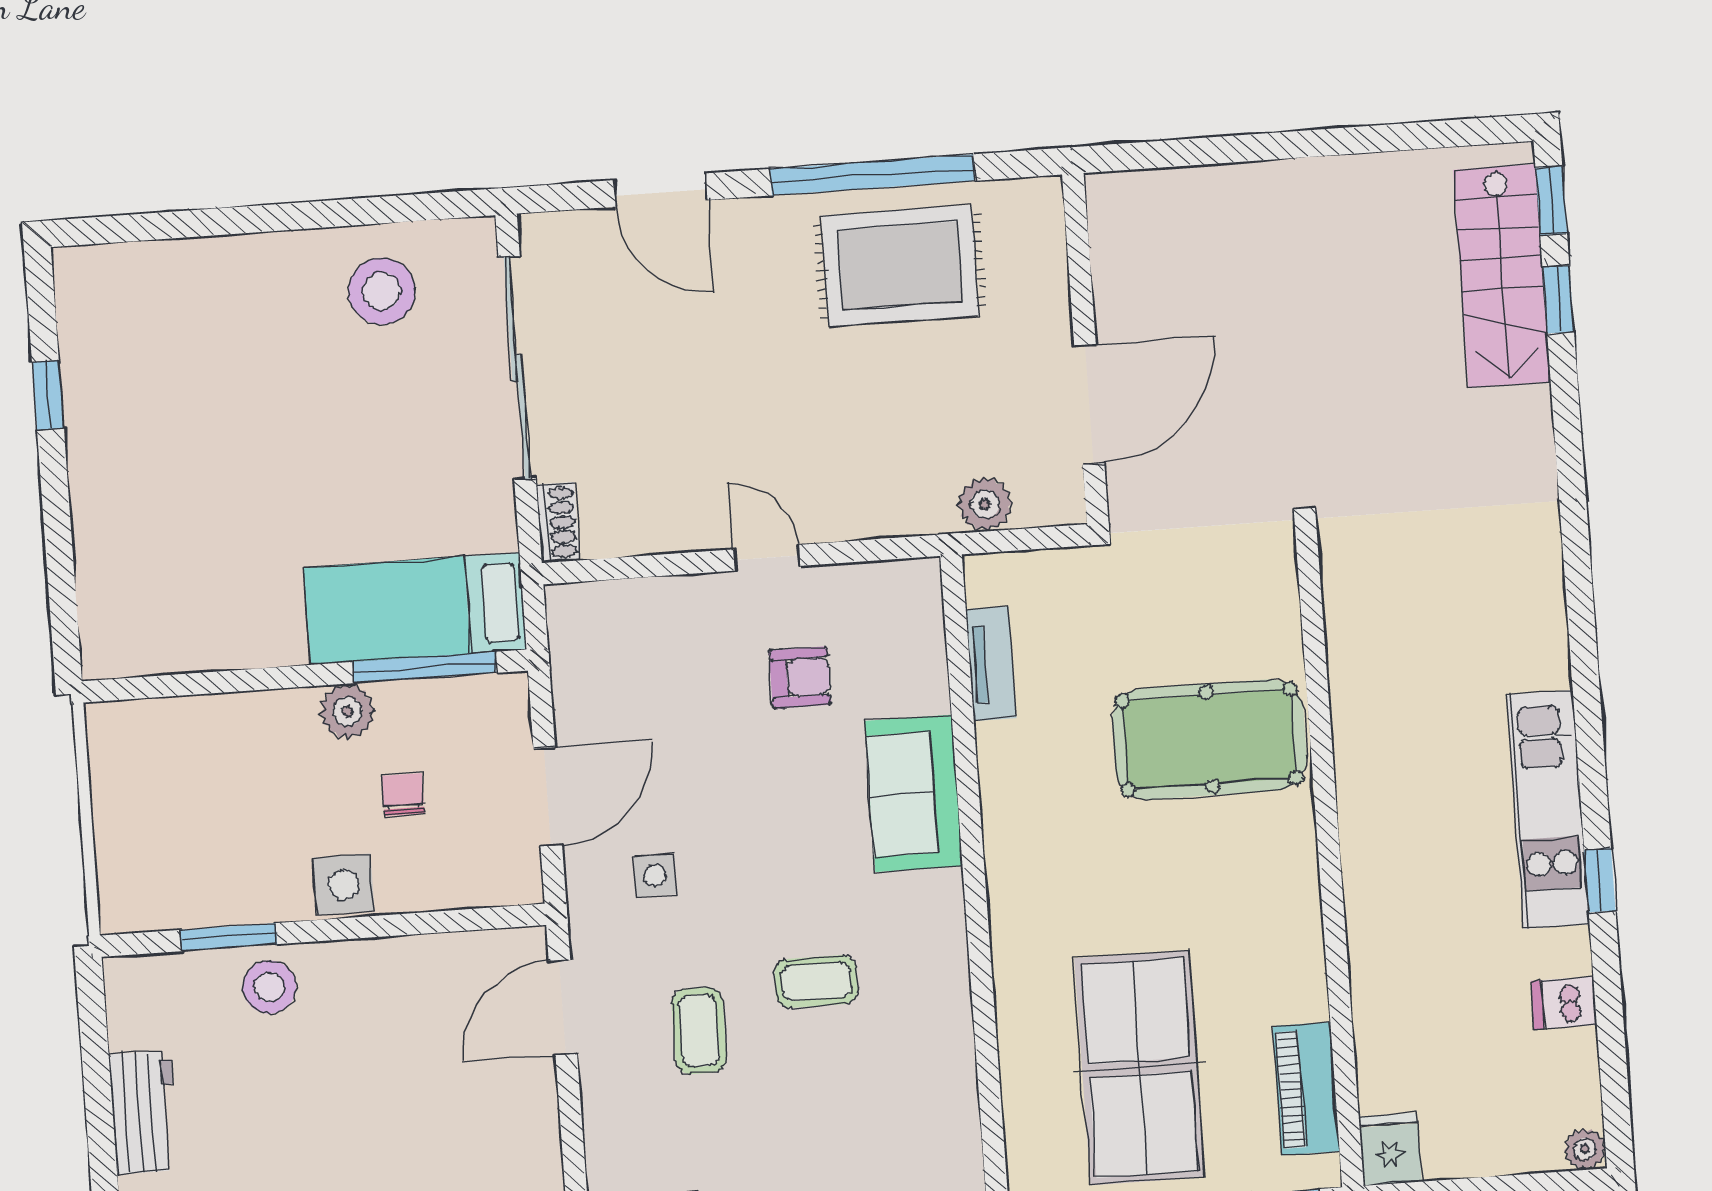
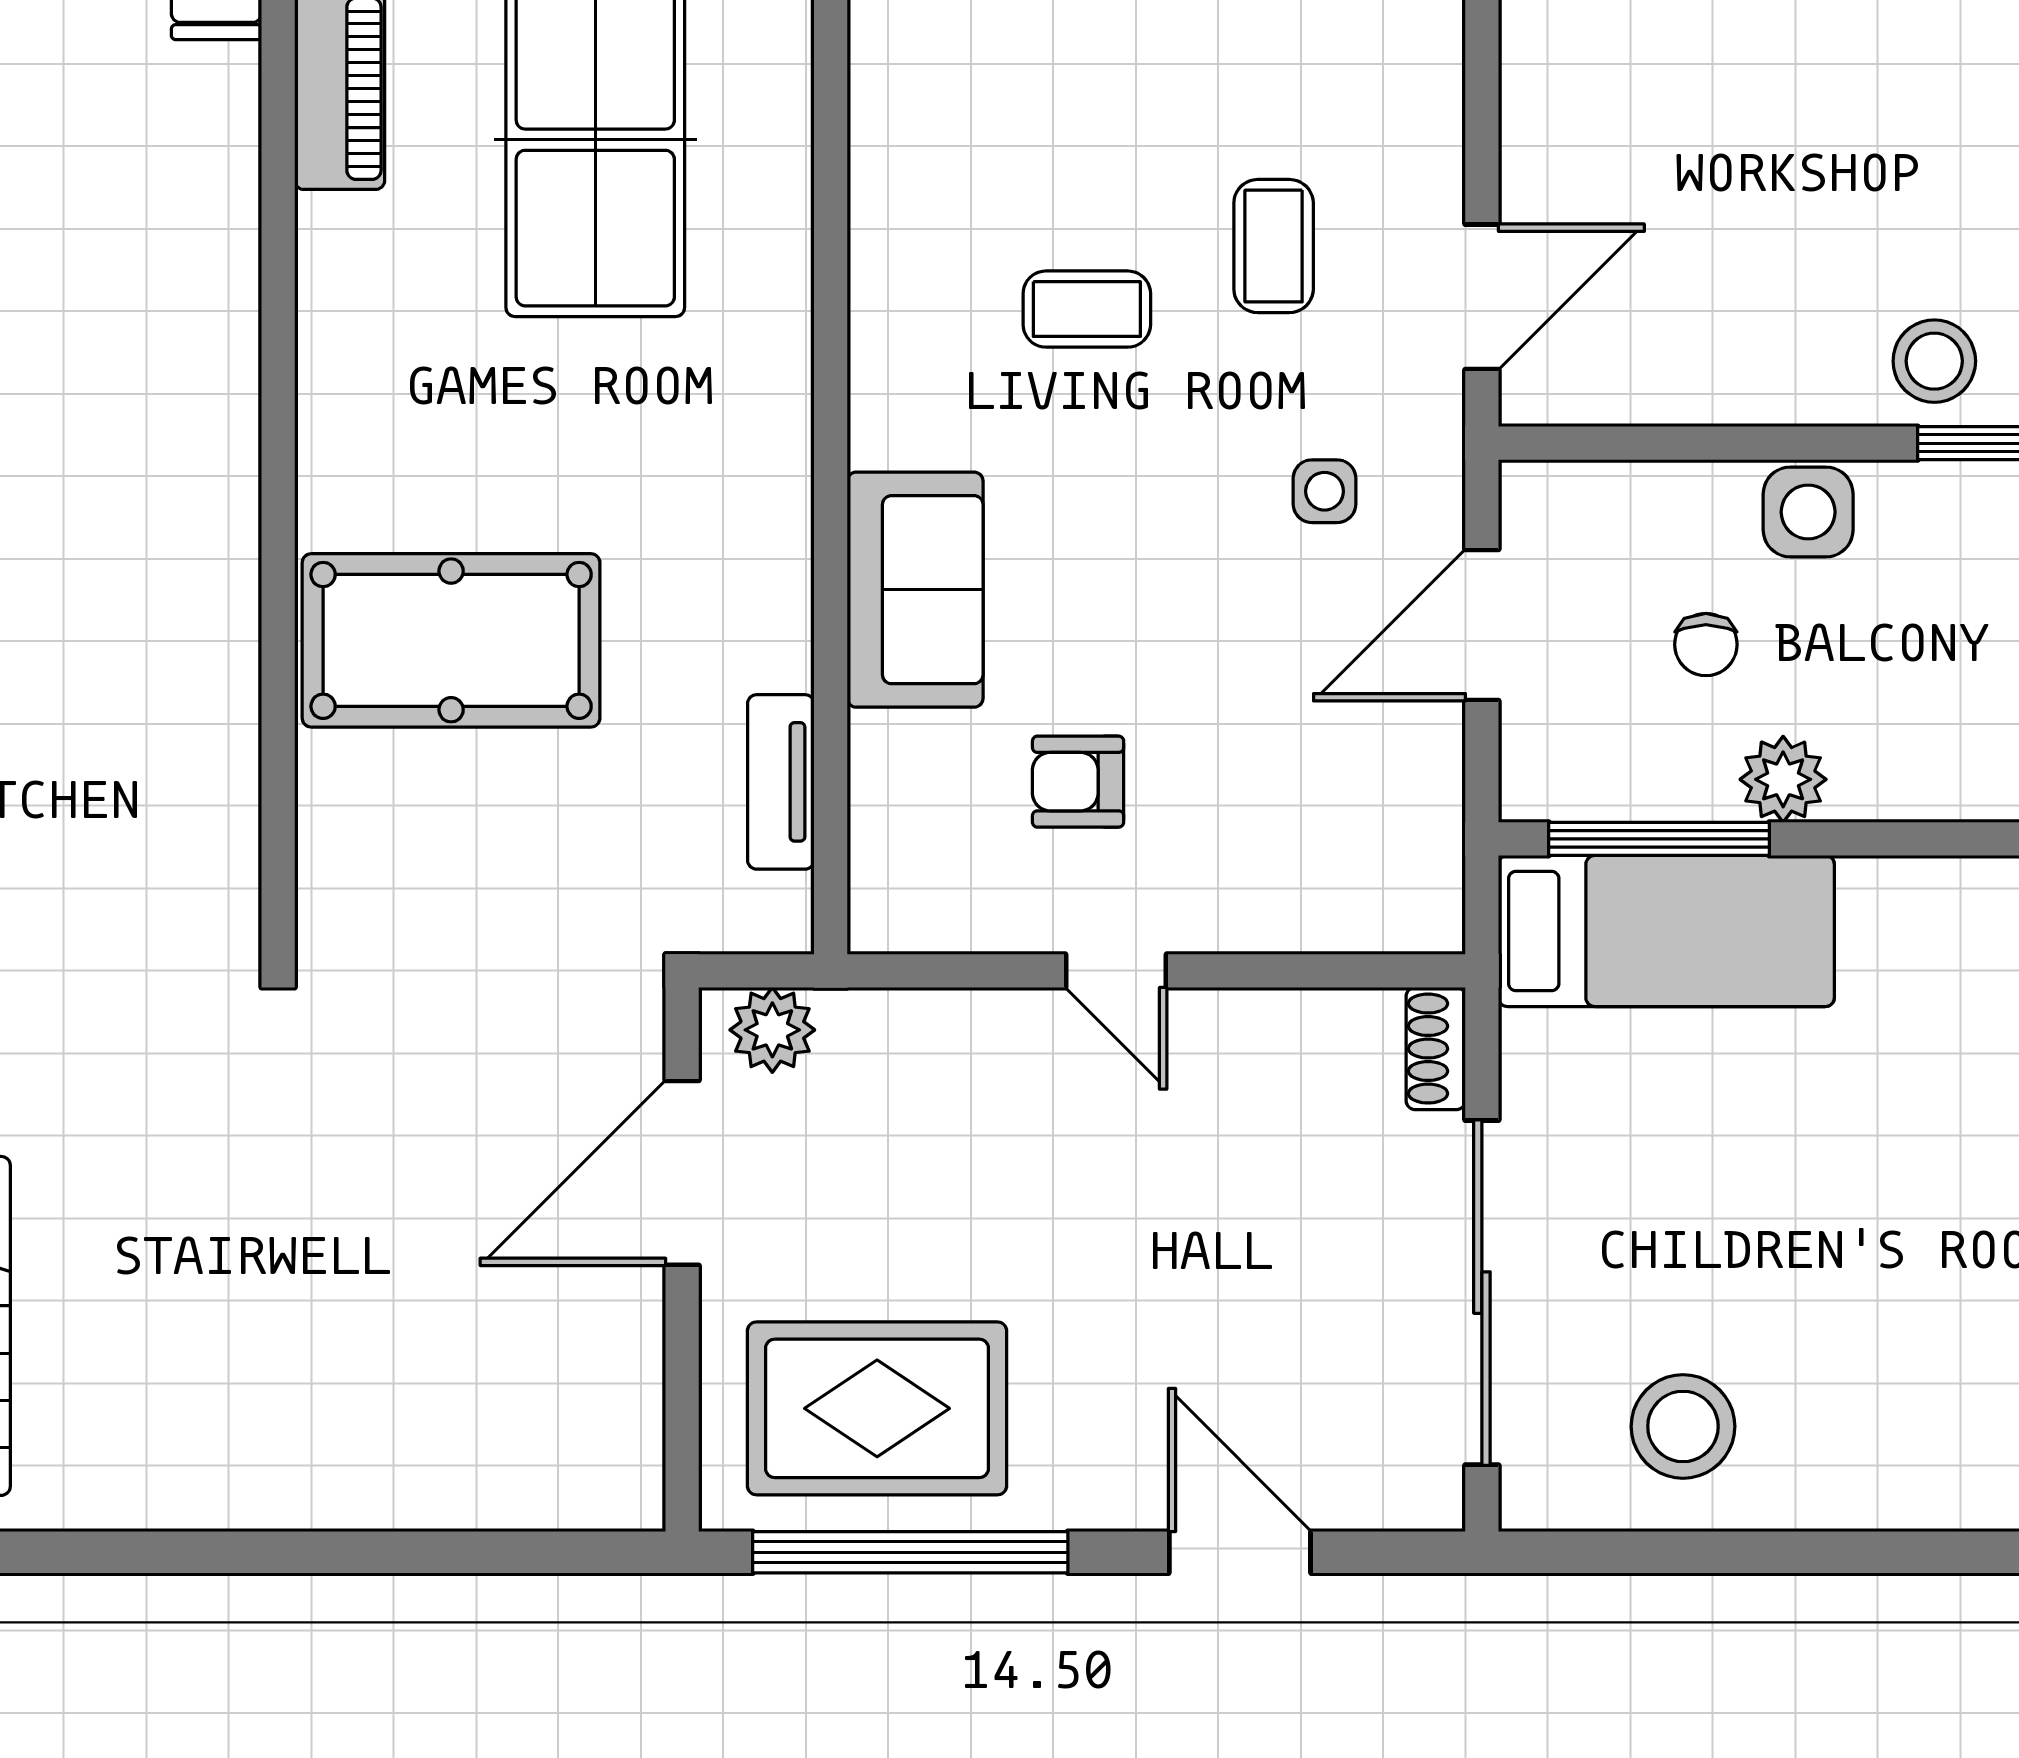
wall: (1085, 349) -> (682, 1259), moved
door: (1089, 404) -> (682, 1173), moved

